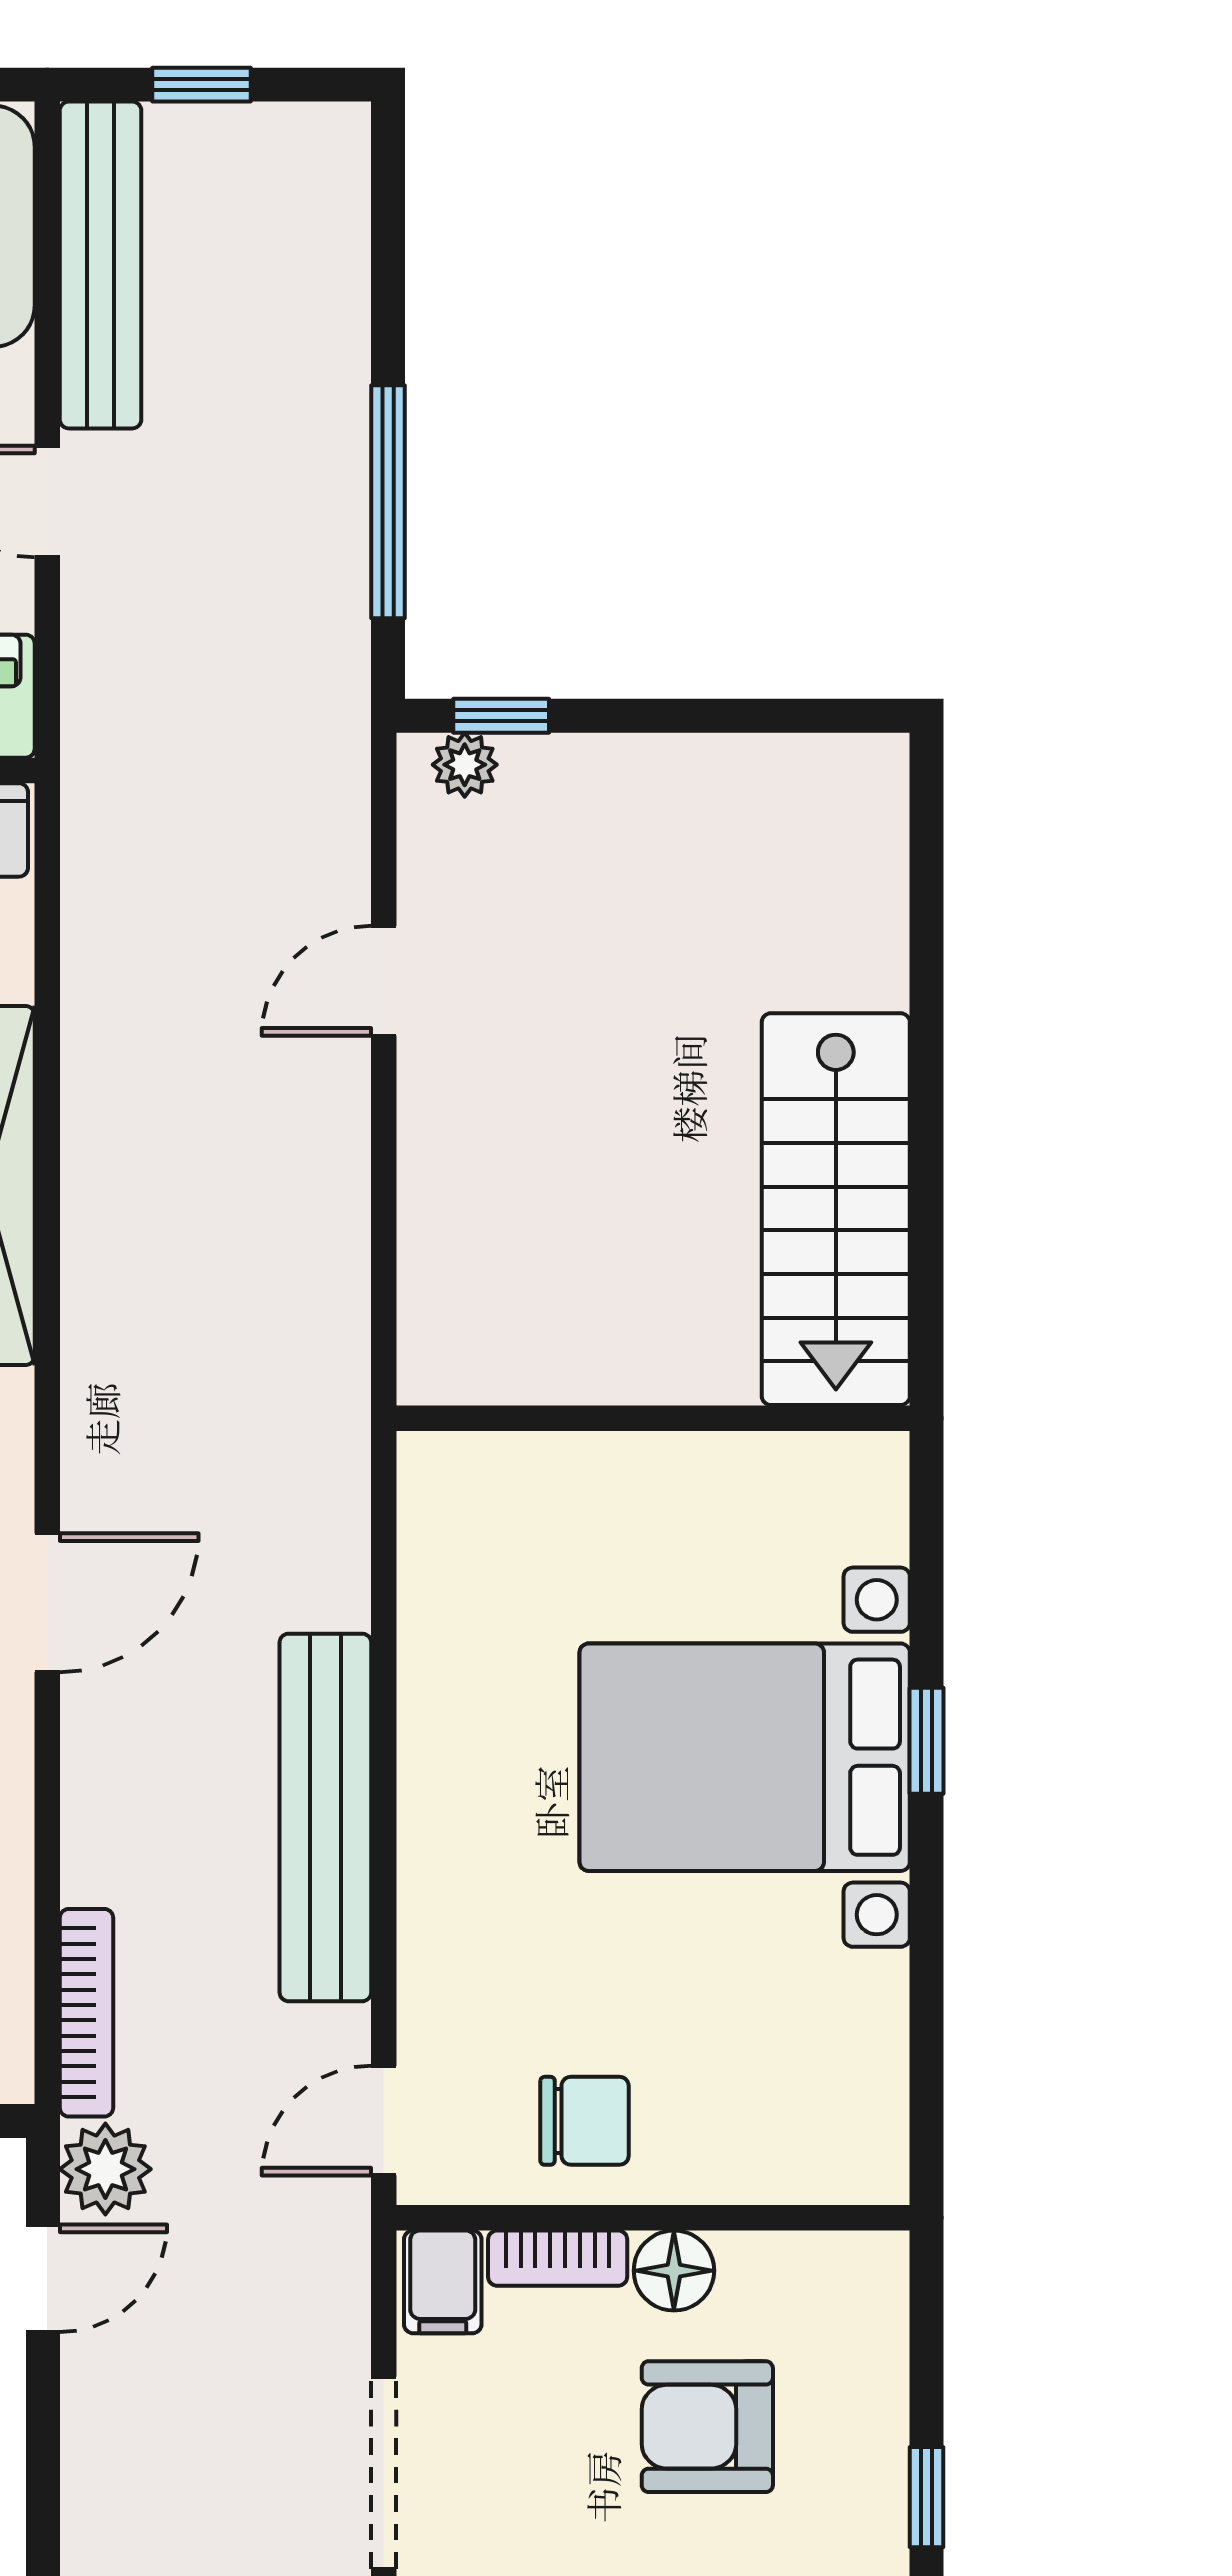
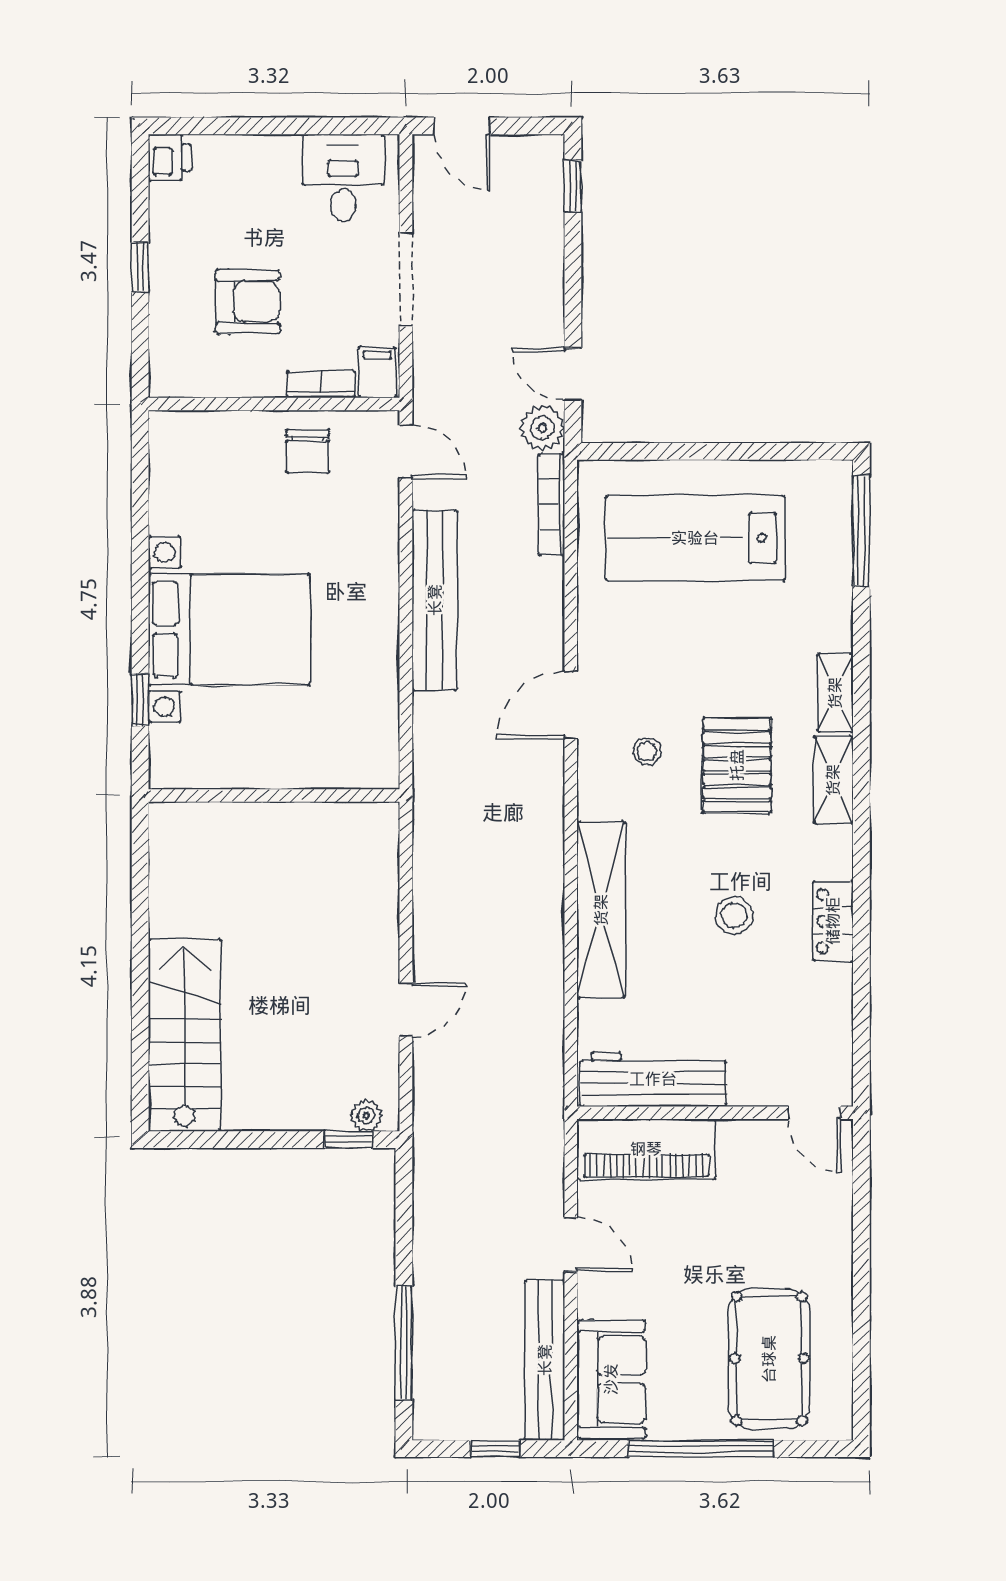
window: (388, 502) -> (404, 1343), moved
stairs: (836, 1209) -> (185, 1035), moved
window: (927, 1741) -> (140, 700), moved
door: (384, 2121) -> (406, 452), hinge flipped
chair: (585, 2121) -> (308, 451), turned -90
floor lamp: (674, 2271) -> (264, 378), removed
door: (43, 2278) -> (573, 374), hinge flipped

